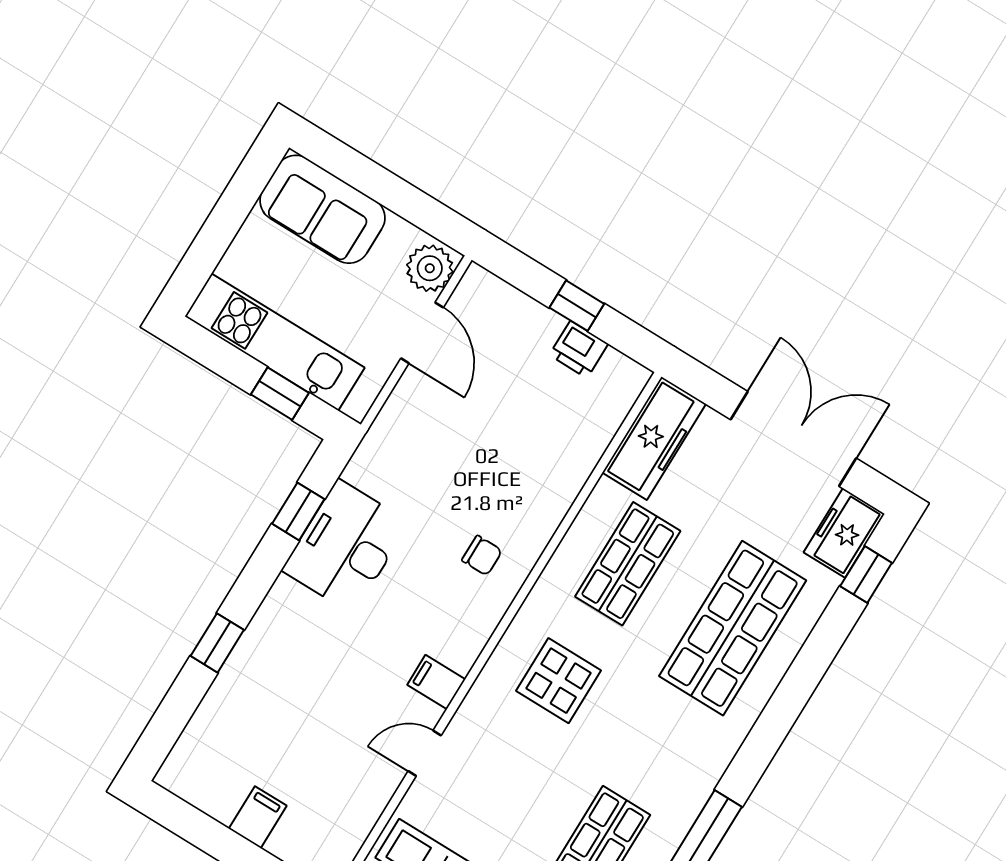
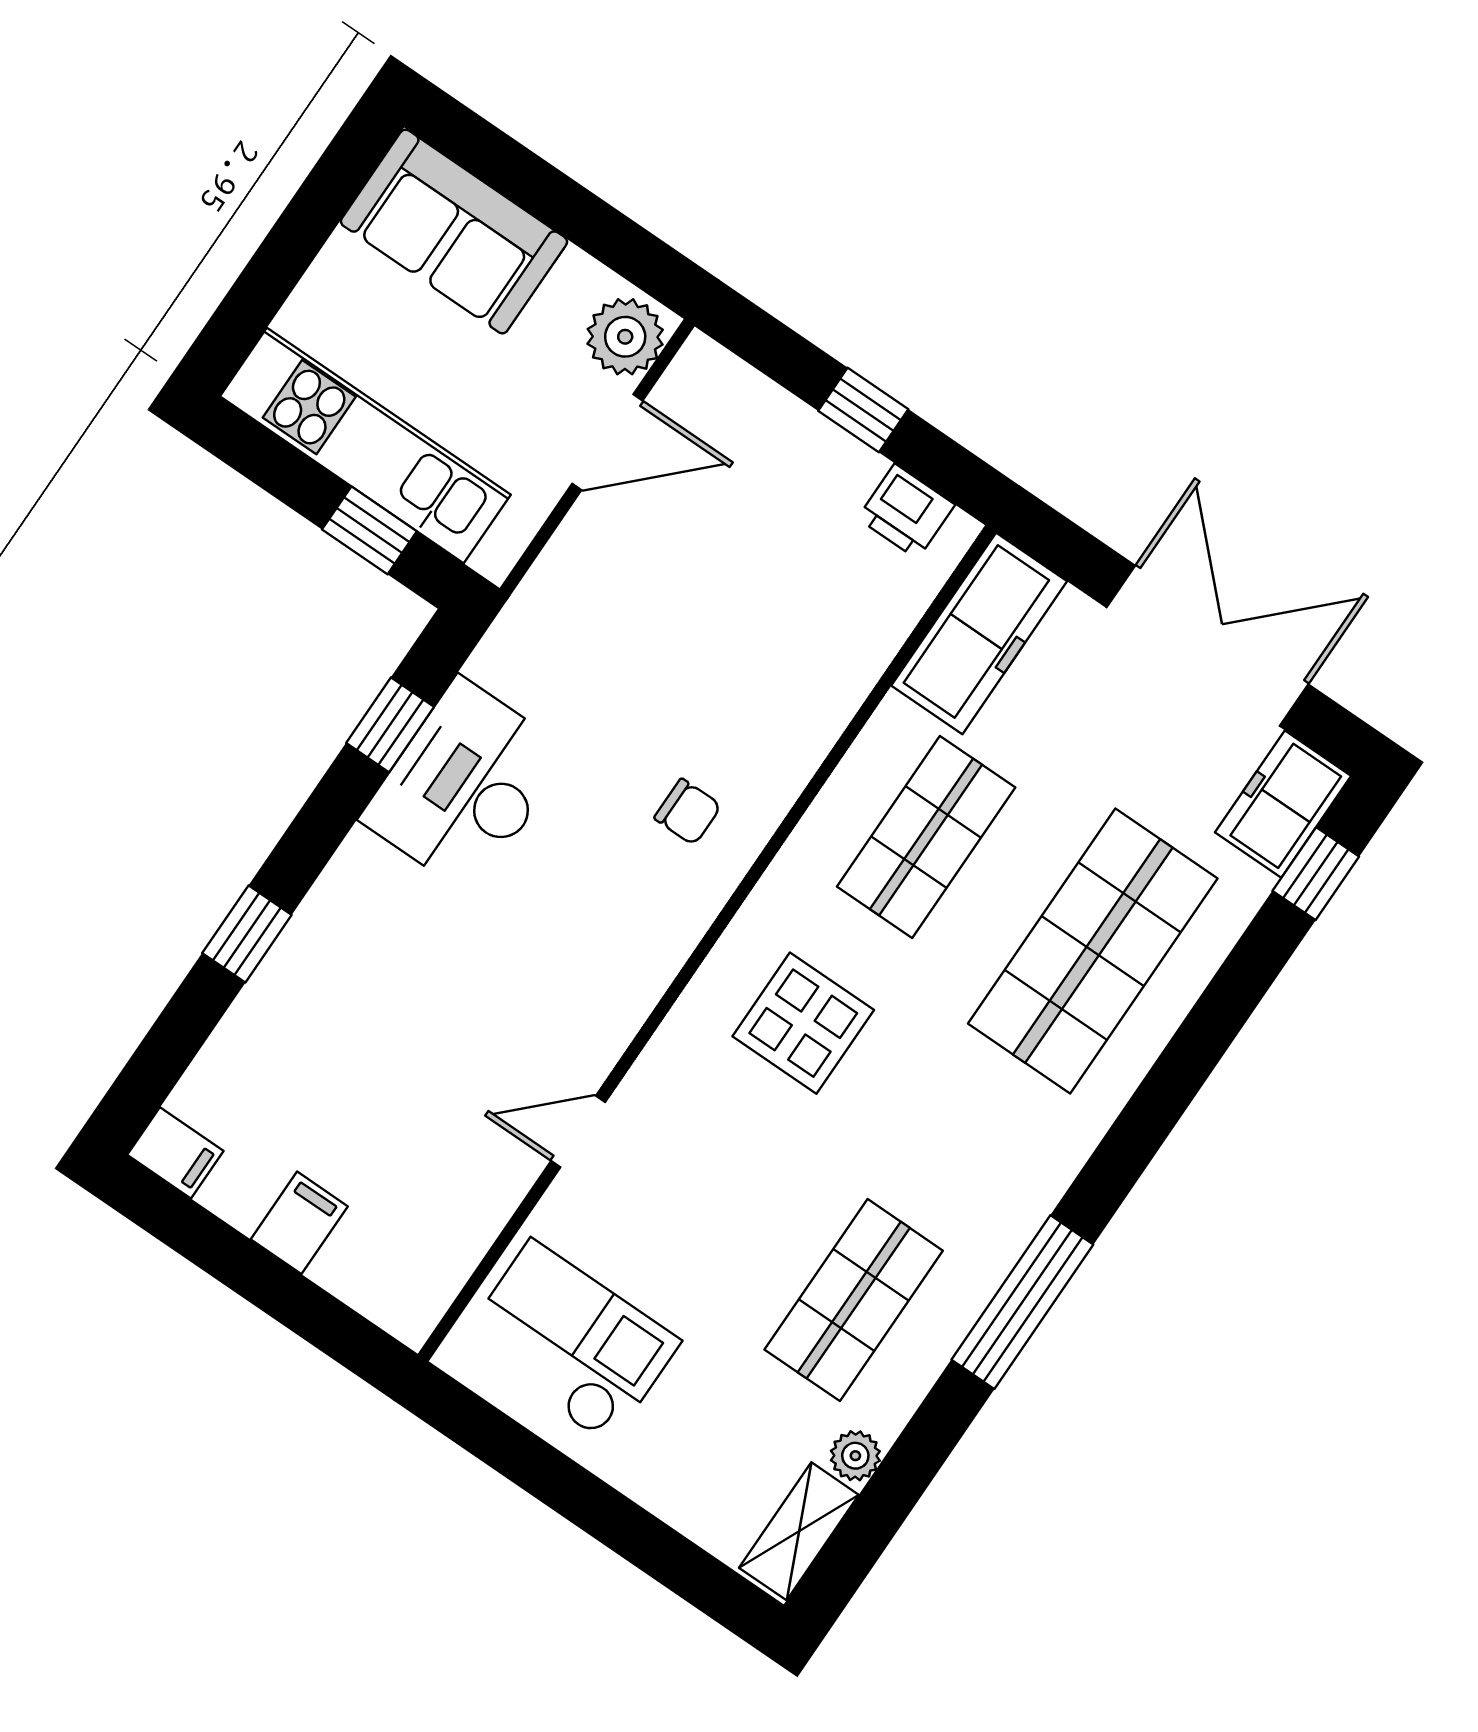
door: (422, 333) -> (607, 442), hinge flipped
printer: (579, 349) -> (906, 511), moved
filing cabinet: (436, 682) -> (175, 1153), moved, turned 180

